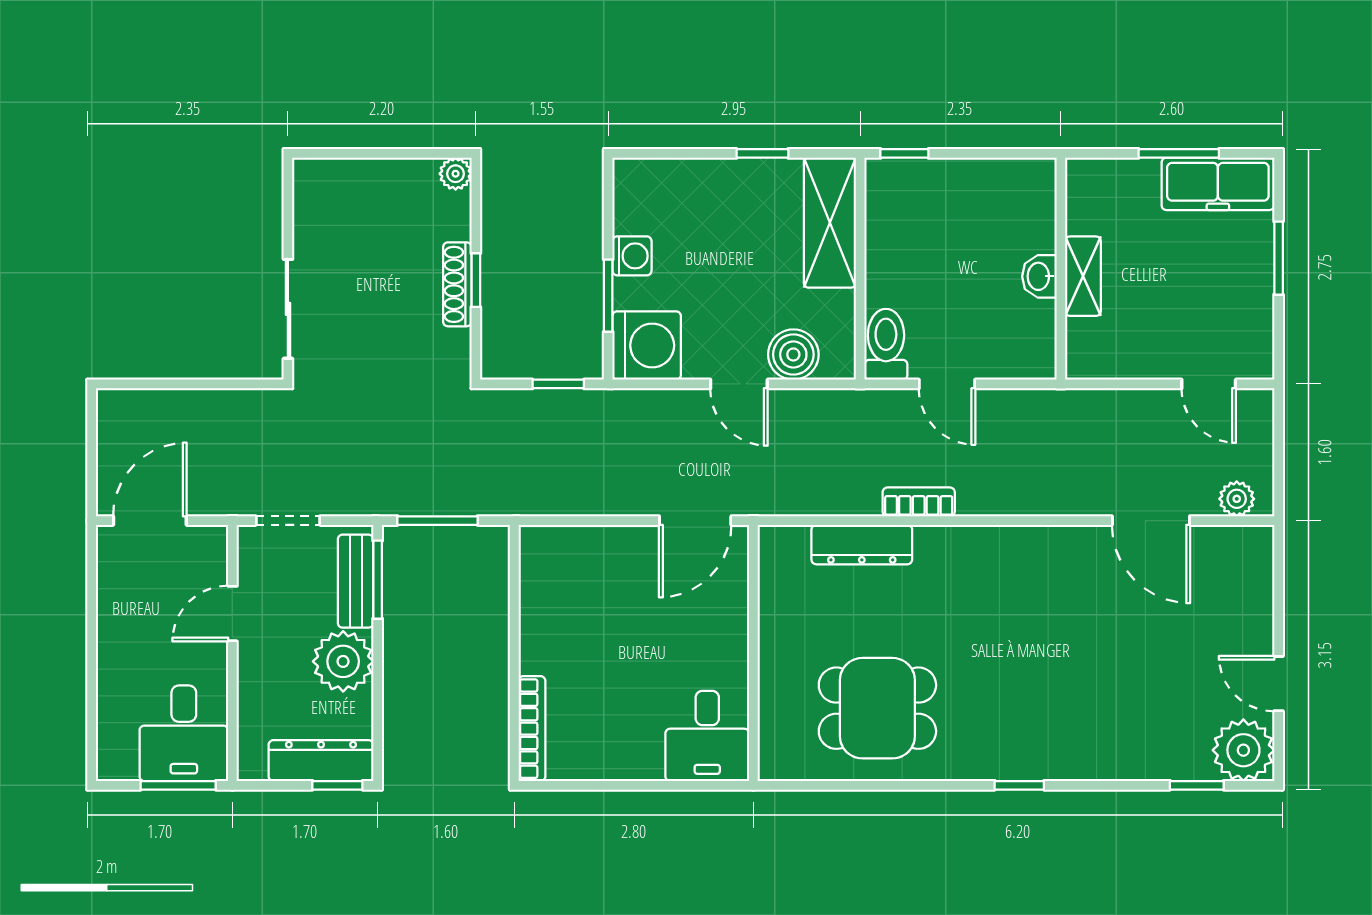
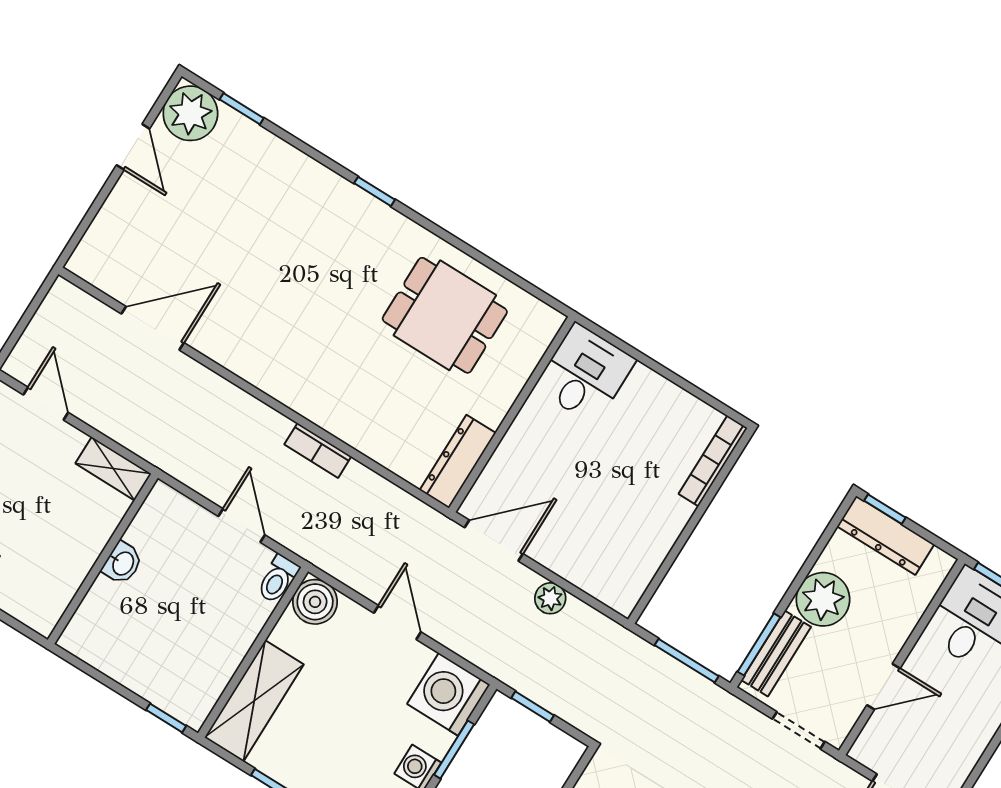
shelving: (1083, 276) -> (113, 469), moved, turned 90
toilet: (886, 344) -> (278, 579), width x0.73, depth x0.72
boiler: (793, 354) -> (315, 602), moved
plant: (1237, 499) -> (550, 598), moved
door: (1151, 521) -> (153, 328), hinge flipped
dresser: (862, 545) -> (458, 461), moved, turned -90

